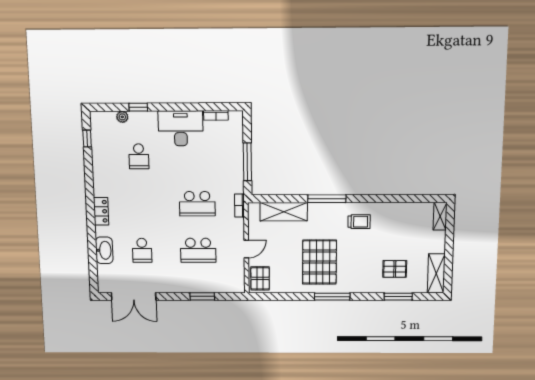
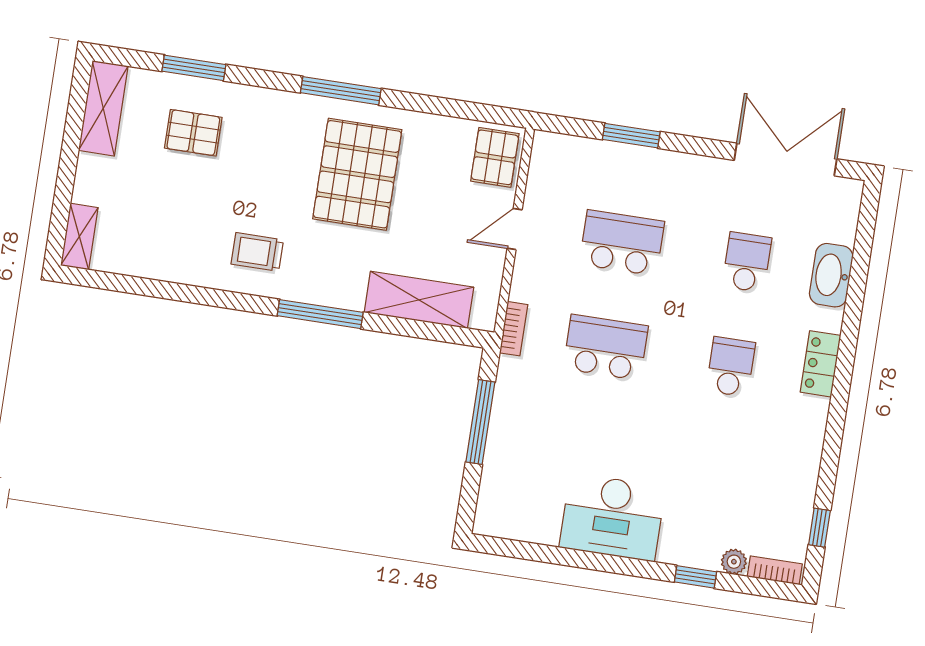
bookcase: (216, 115) -> (775, 570), moved
school desk: (139, 156) -> (731, 367), moved

